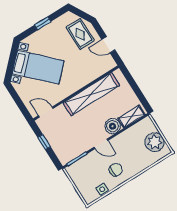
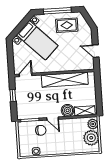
window: (43, 23) -> (57, 11), width x2.17
rug: (80, 34) -> (67, 25), moved, turned 90
door: (46, 112) -> (26, 75), hinge flipped
plant: (148, 126) -> (93, 124), added
chair: (116, 170) -> (41, 130), moved

